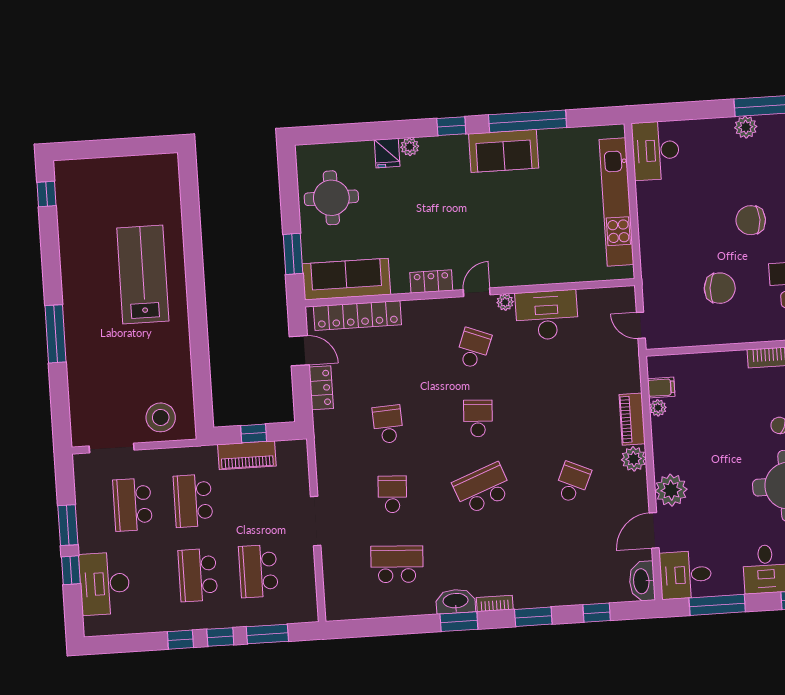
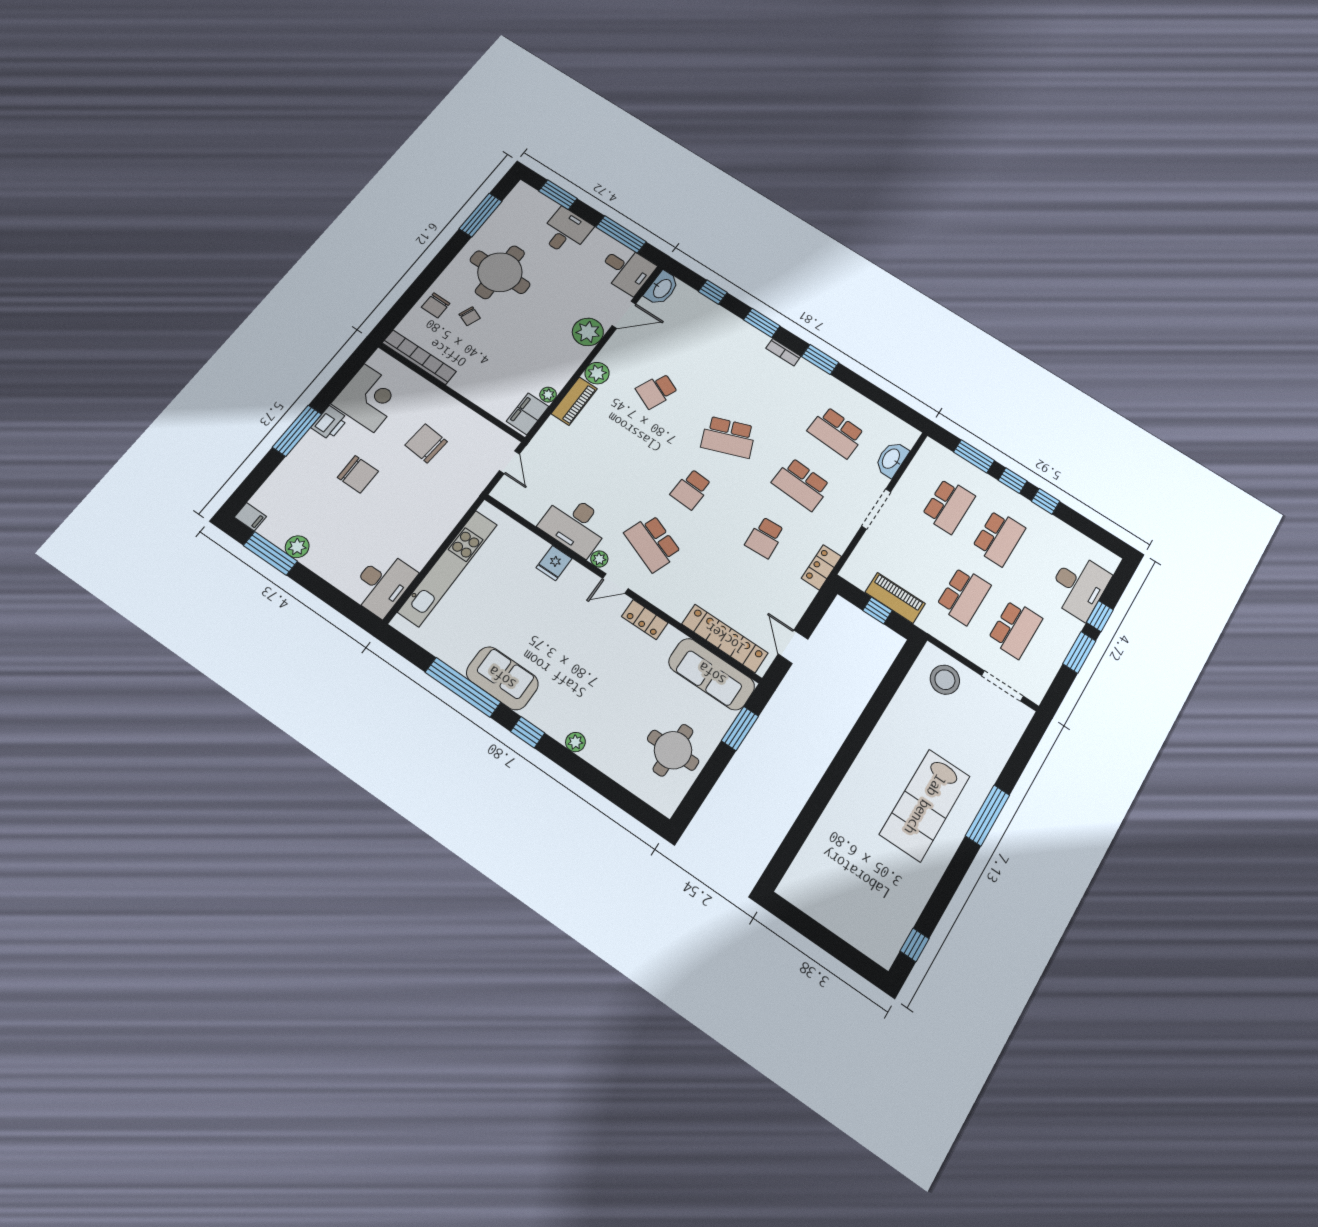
fridge: (387, 153) -> (554, 563), moved, turned 180
lab bench: (143, 274) -> (925, 805), moved
school desk: (473, 348) -> (653, 543), width x1.85
locker: (321, 388) -> (821, 567), moved
filing cabinet: (661, 388) -> (528, 414), width x2.00
school desk: (392, 494) -> (801, 484), width x1.85
washbasin: (456, 601) -> (891, 459), moved, turned 90

